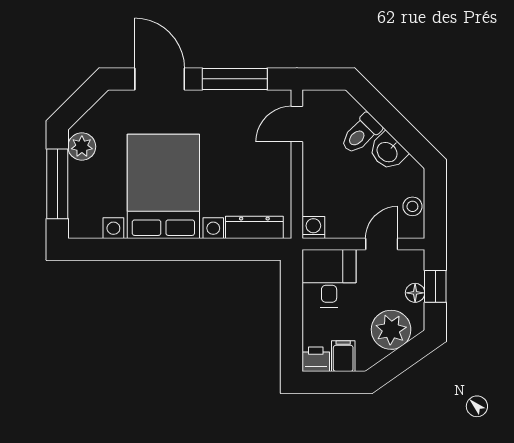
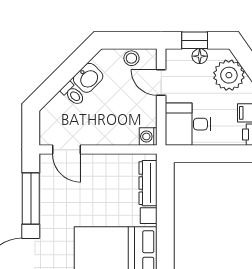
toilet: (361, 134) -> (73, 94), width x0.73, depth x0.72

